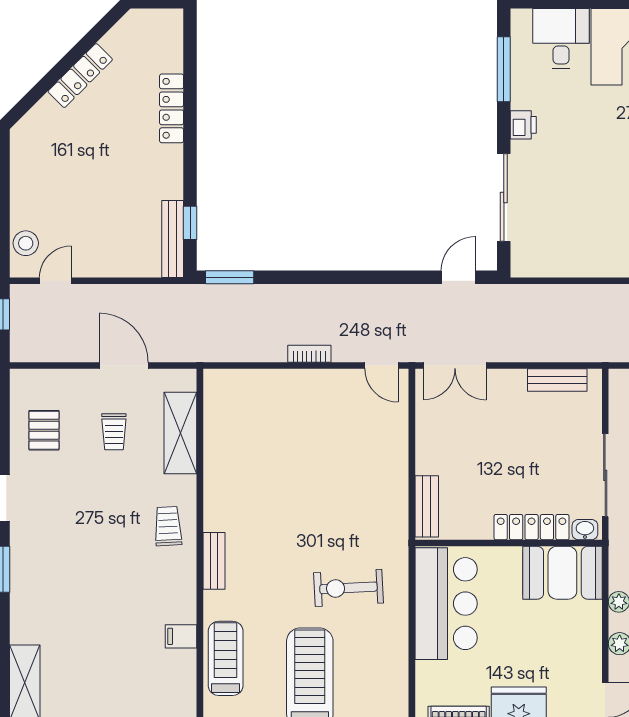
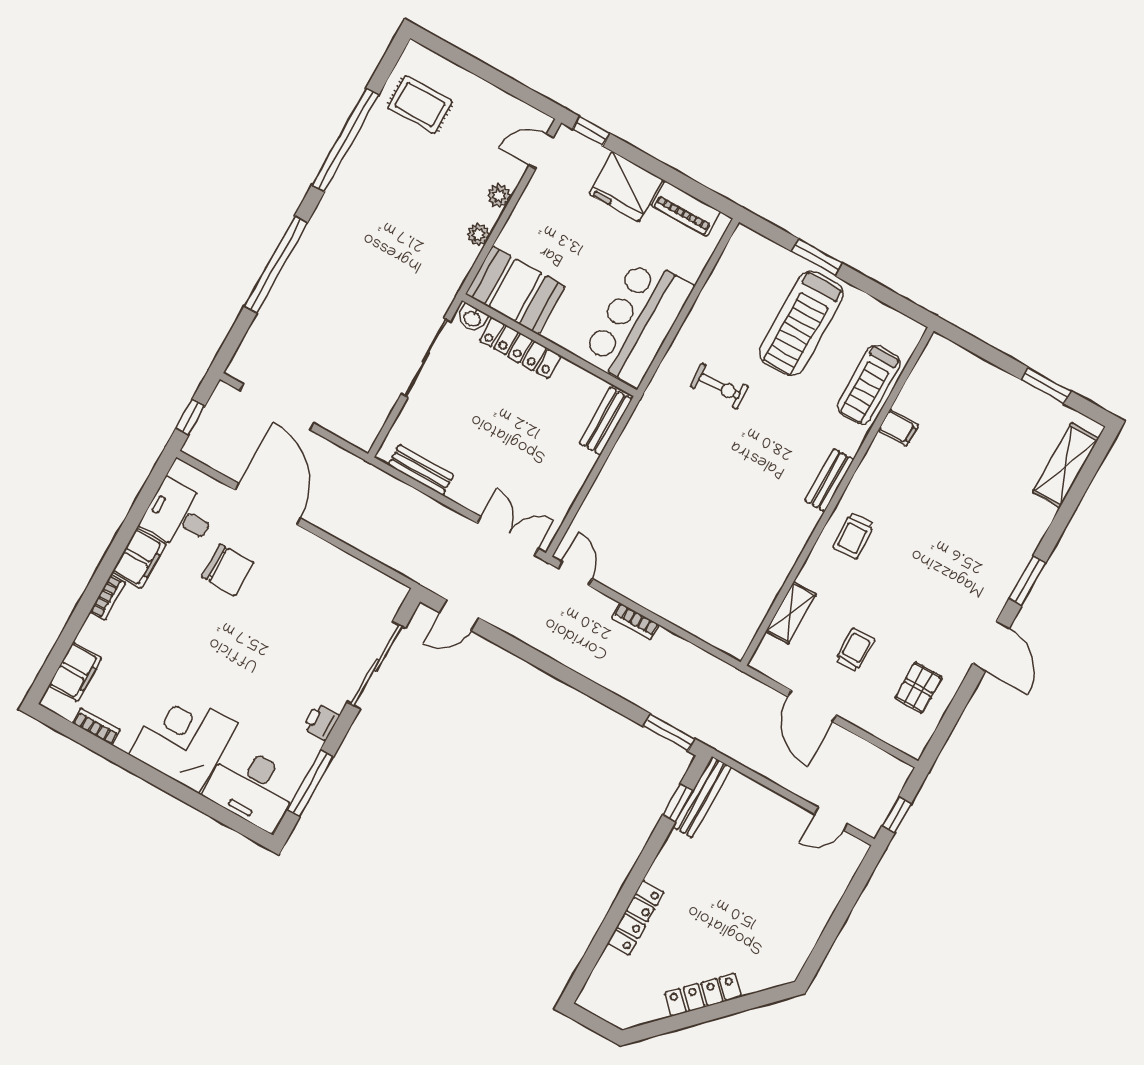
desk: (561, 39) -> (252, 787), width x1.37
stool: (26, 243) -> (839, 869), removed
shelving: (180, 433) -> (791, 613), width x0.67, depth x0.75
exercise bike: (348, 588) -> (720, 386), width x0.73, depth x0.72

